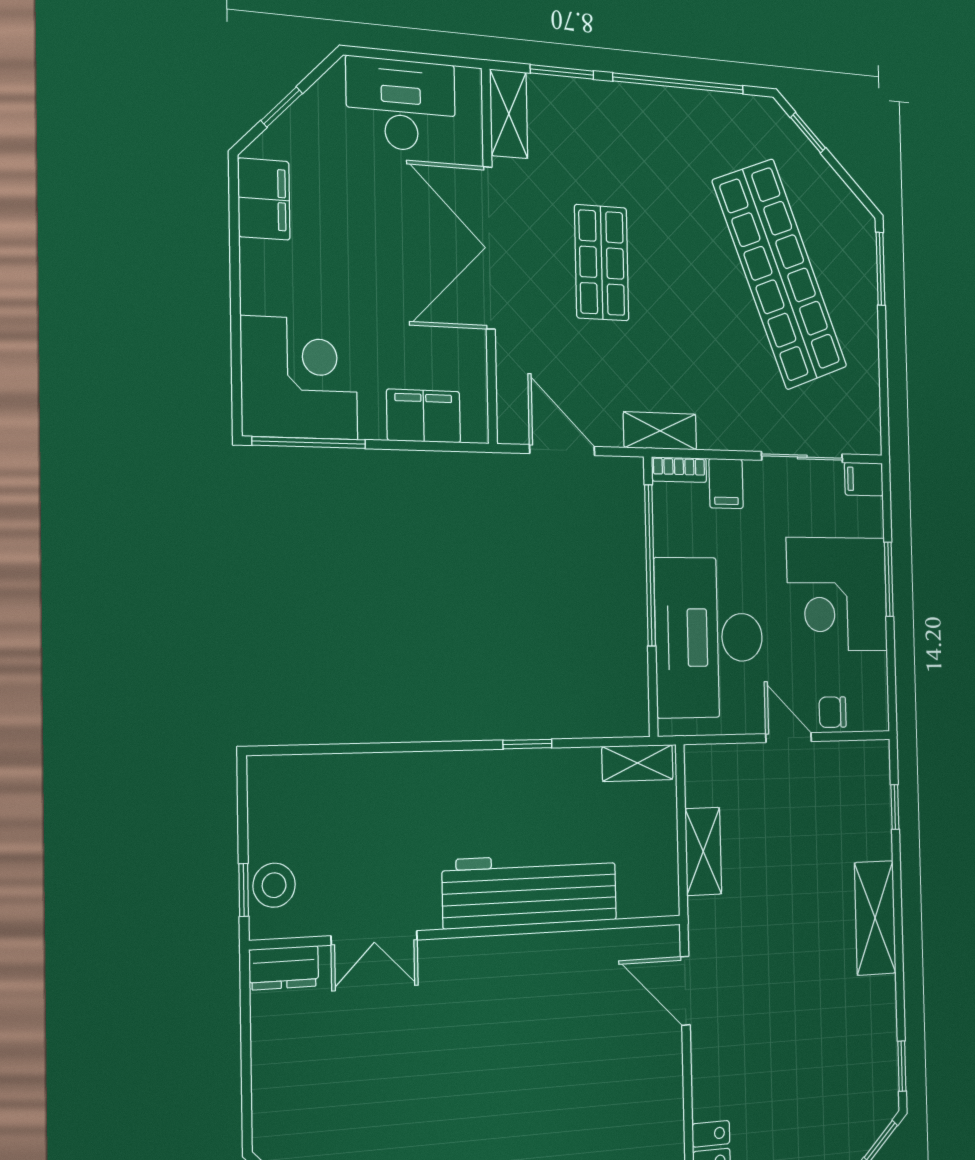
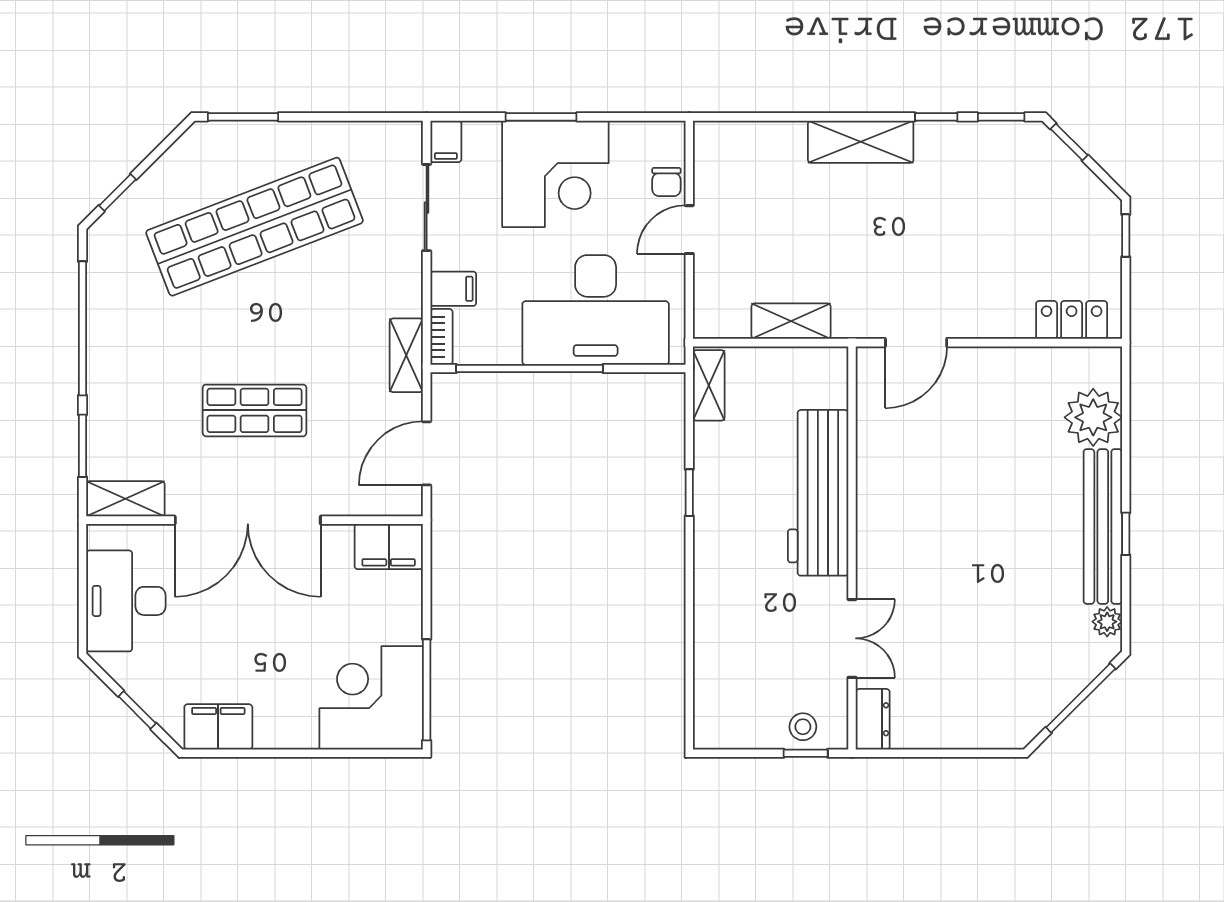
filing cabinet: (424, 416) -> (389, 547), moved, turned -90
window: (895, 807) -> (936, 117), moved
stool: (274, 885) -> (803, 727), width x0.73, depth x0.73

